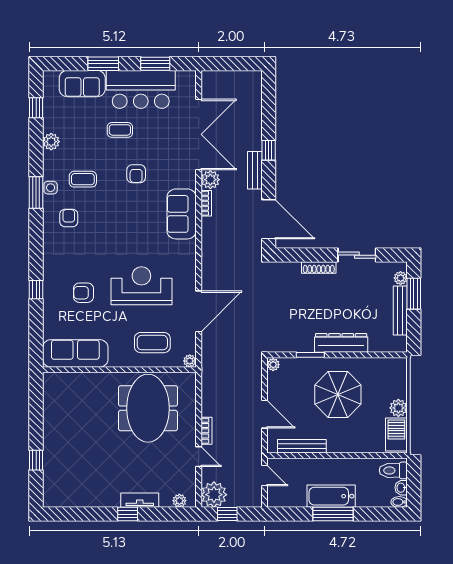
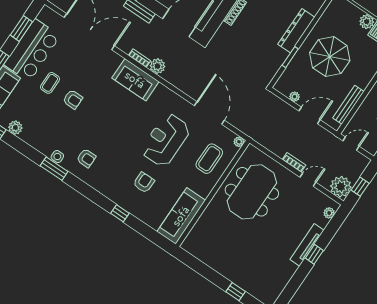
plant: (51, 142) -> (15, 128), moved
armchair: (136, 174) -> (73, 99), moved
coffee table: (83, 179) -> (66, 131), removed
plant: (210, 180) -> (157, 66), moved
armchair: (69, 218) -> (86, 158), turned 180
armchair: (83, 293) -> (144, 182), turned 180
plant: (273, 365) -> (294, 97), moved
meeting table: (148, 408) -> (252, 192), turned 90
tv unit: (140, 500) -> (307, 245), width x1.41

